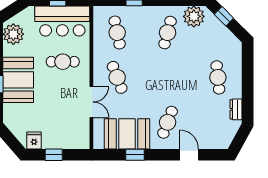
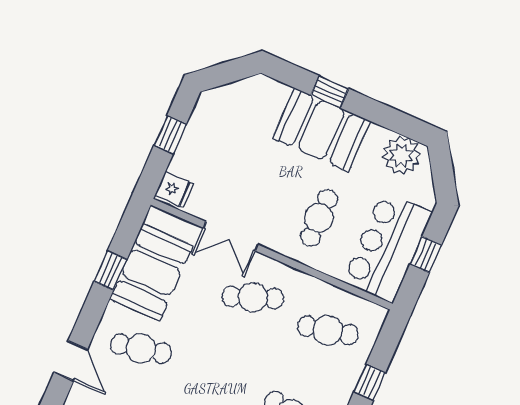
cafe table: (168, 122) -> (141, 349), turned -33
fridge: (34, 140) -> (174, 190), moved
door: (189, 155) -> (71, 361), hinge flipped

